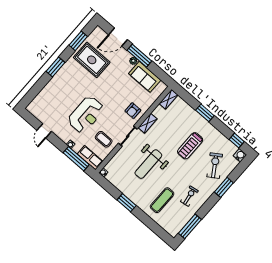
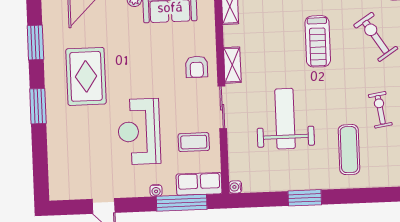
rug: (92, 60) -> (86, 76), moved, turned 90
reception desk: (86, 115) -> (139, 132), turned 180
weight bench: (148, 164) -> (285, 119), turned 180

